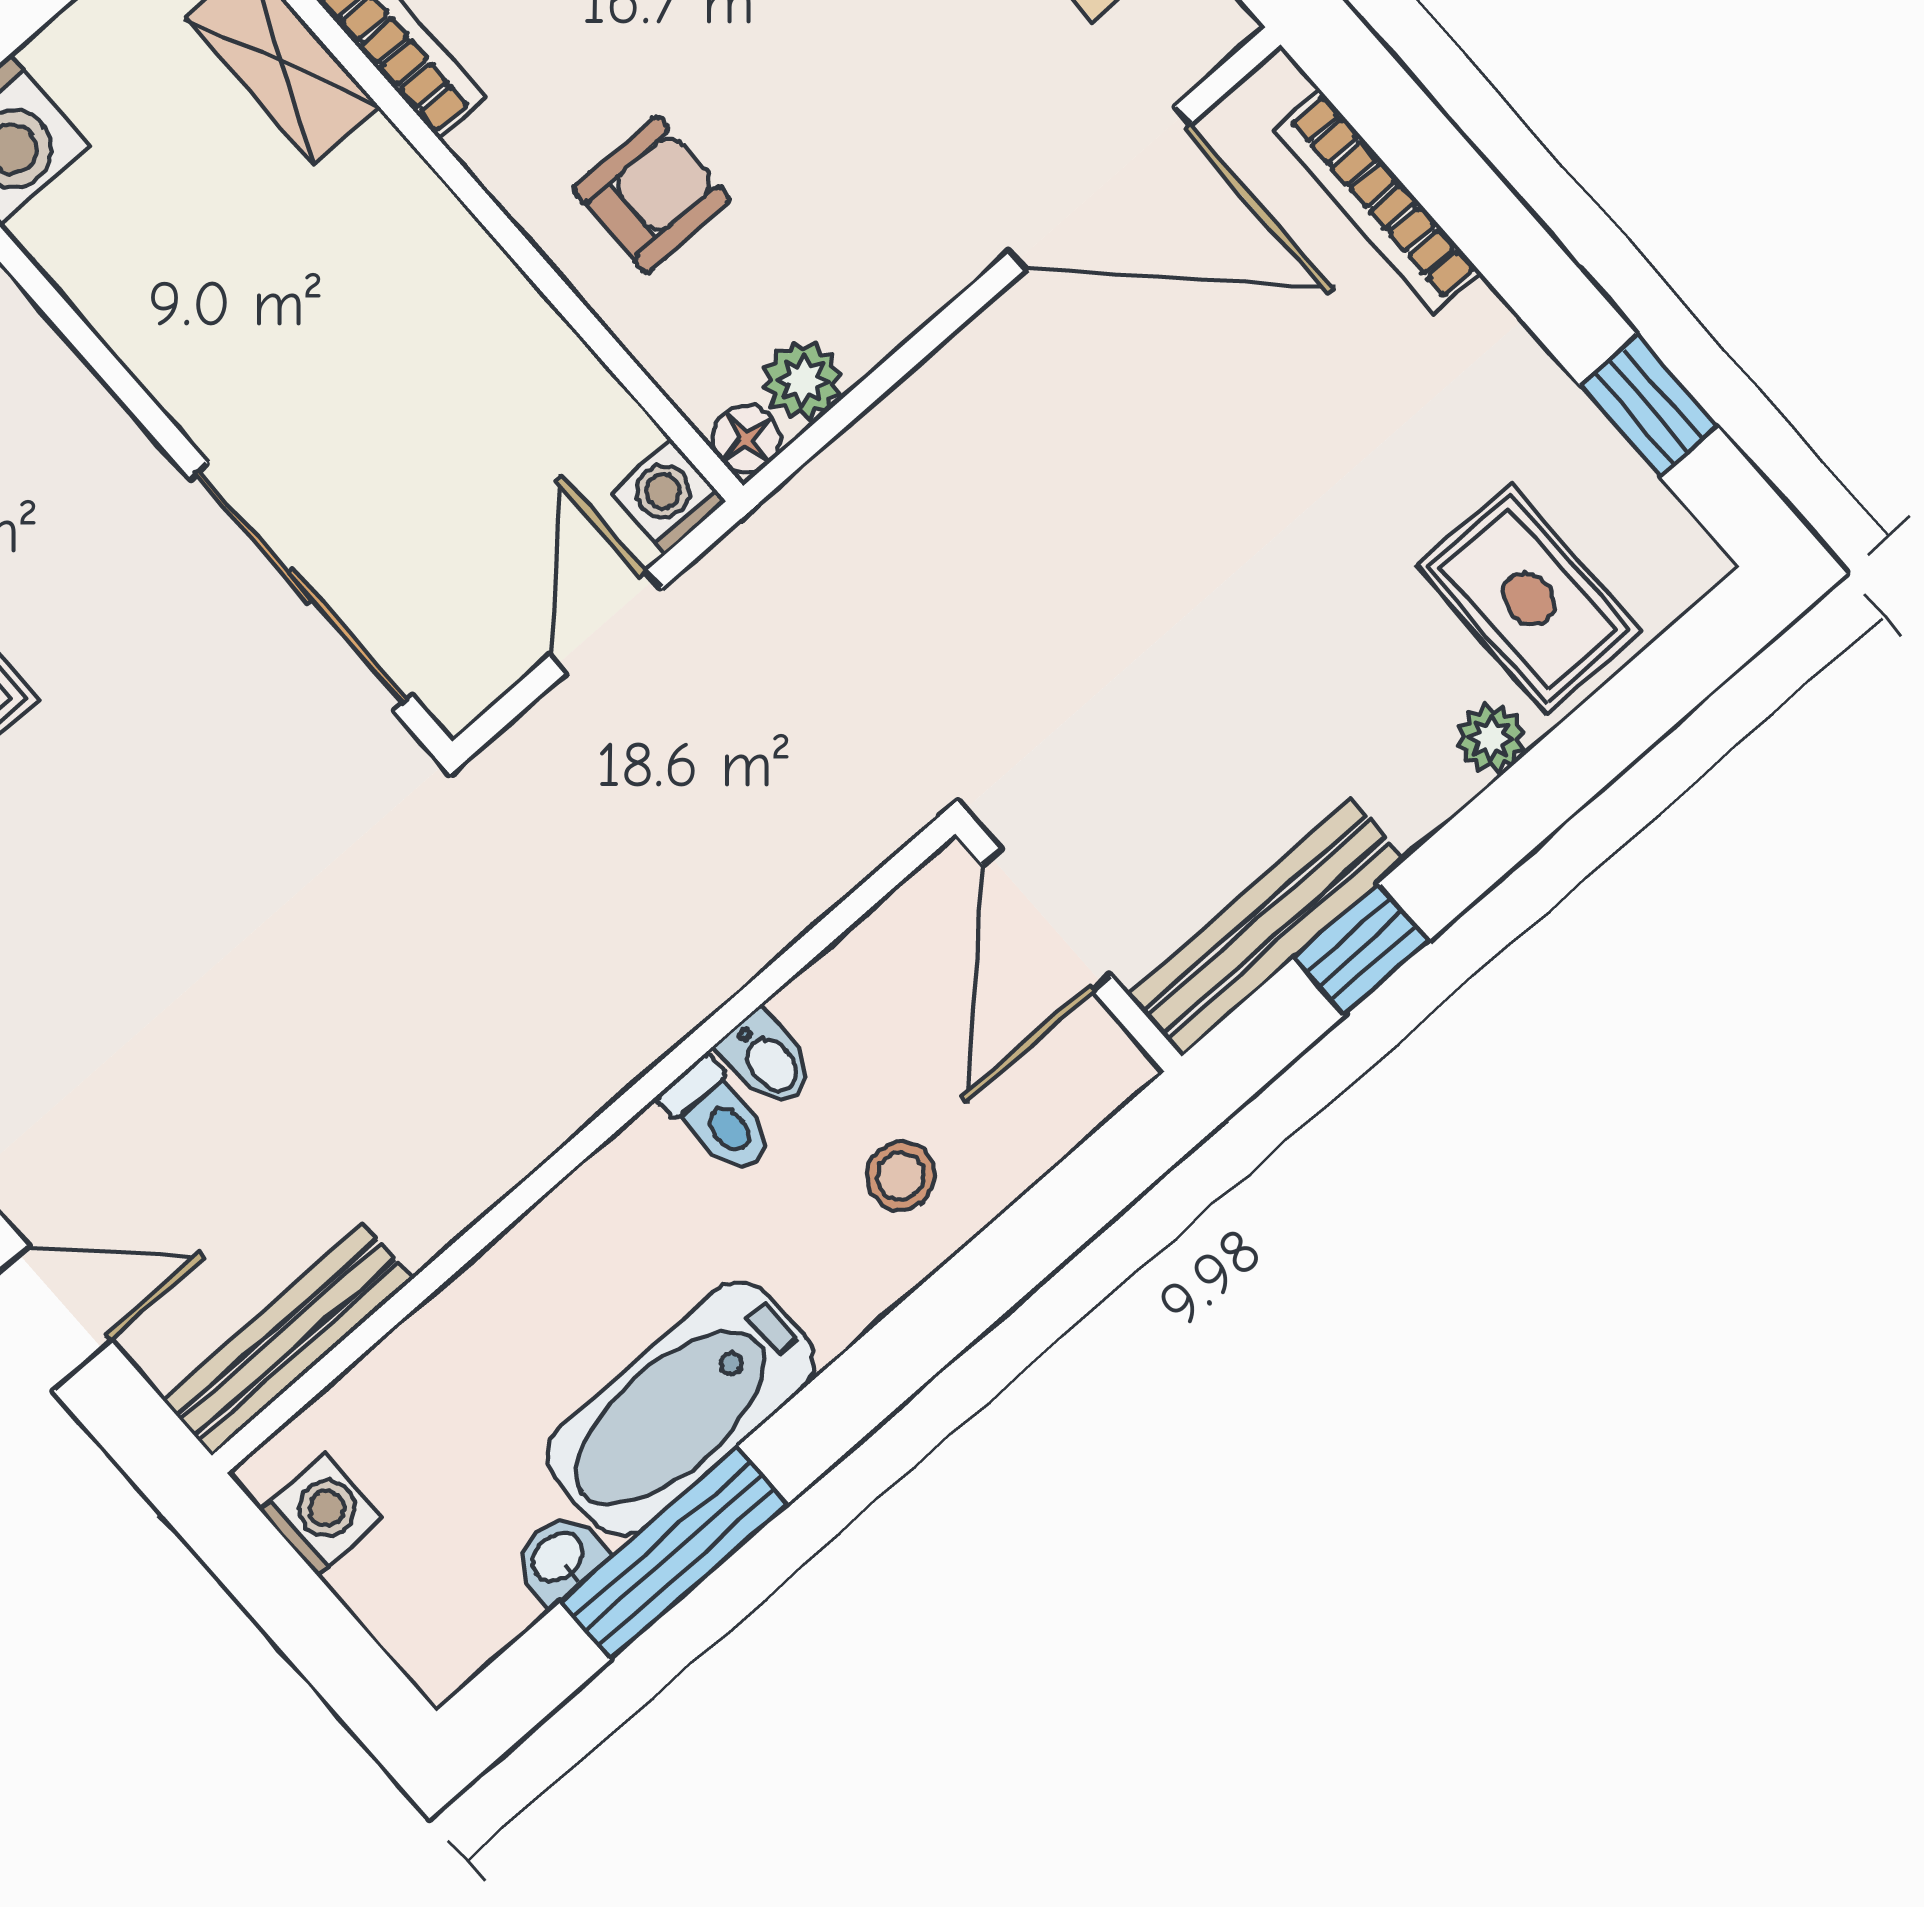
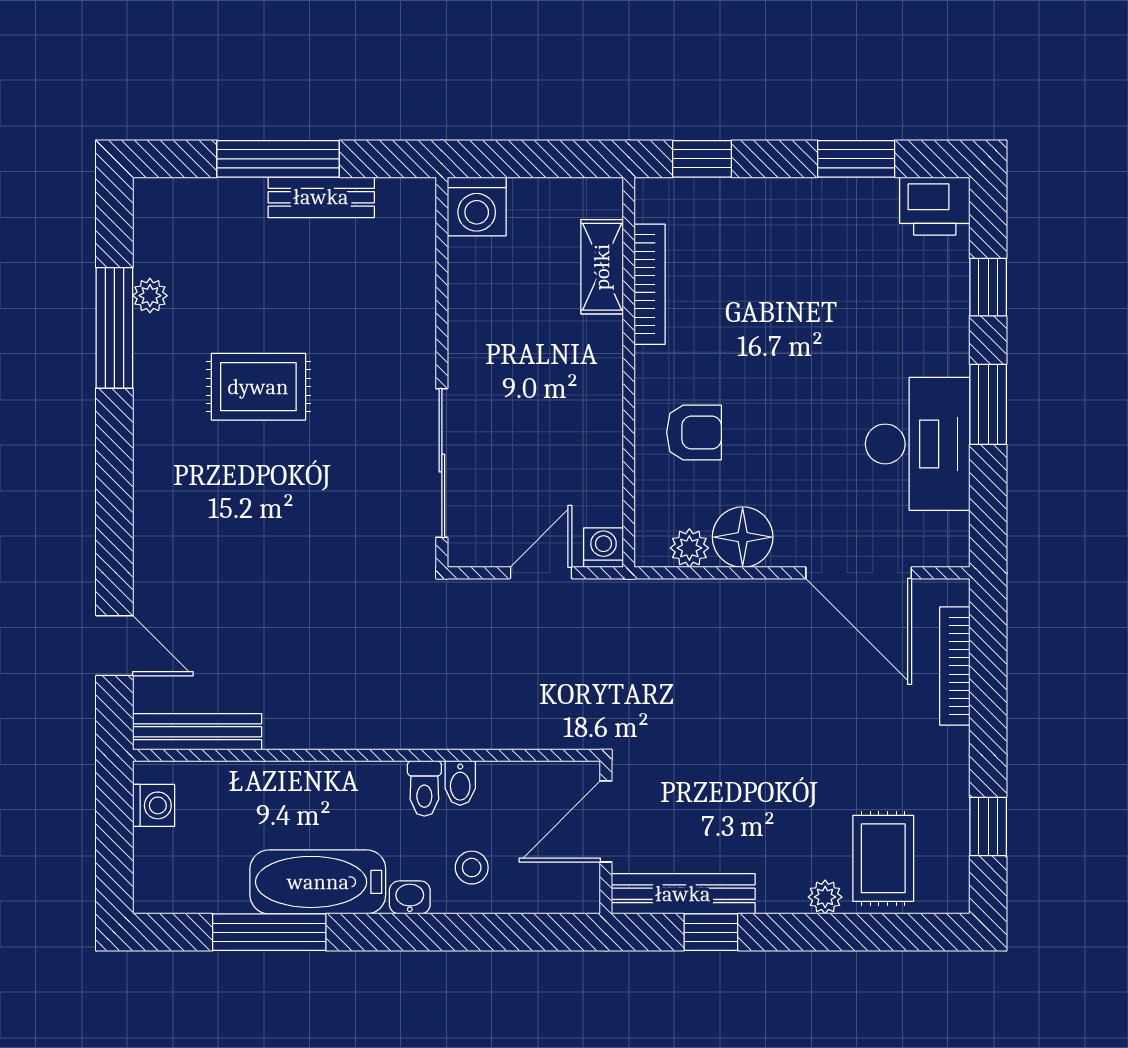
floor lamp: (746, 439) -> (743, 537), moved, width x1.89, depth x1.89
washbasin: (559, 1558) -> (410, 897), moved

